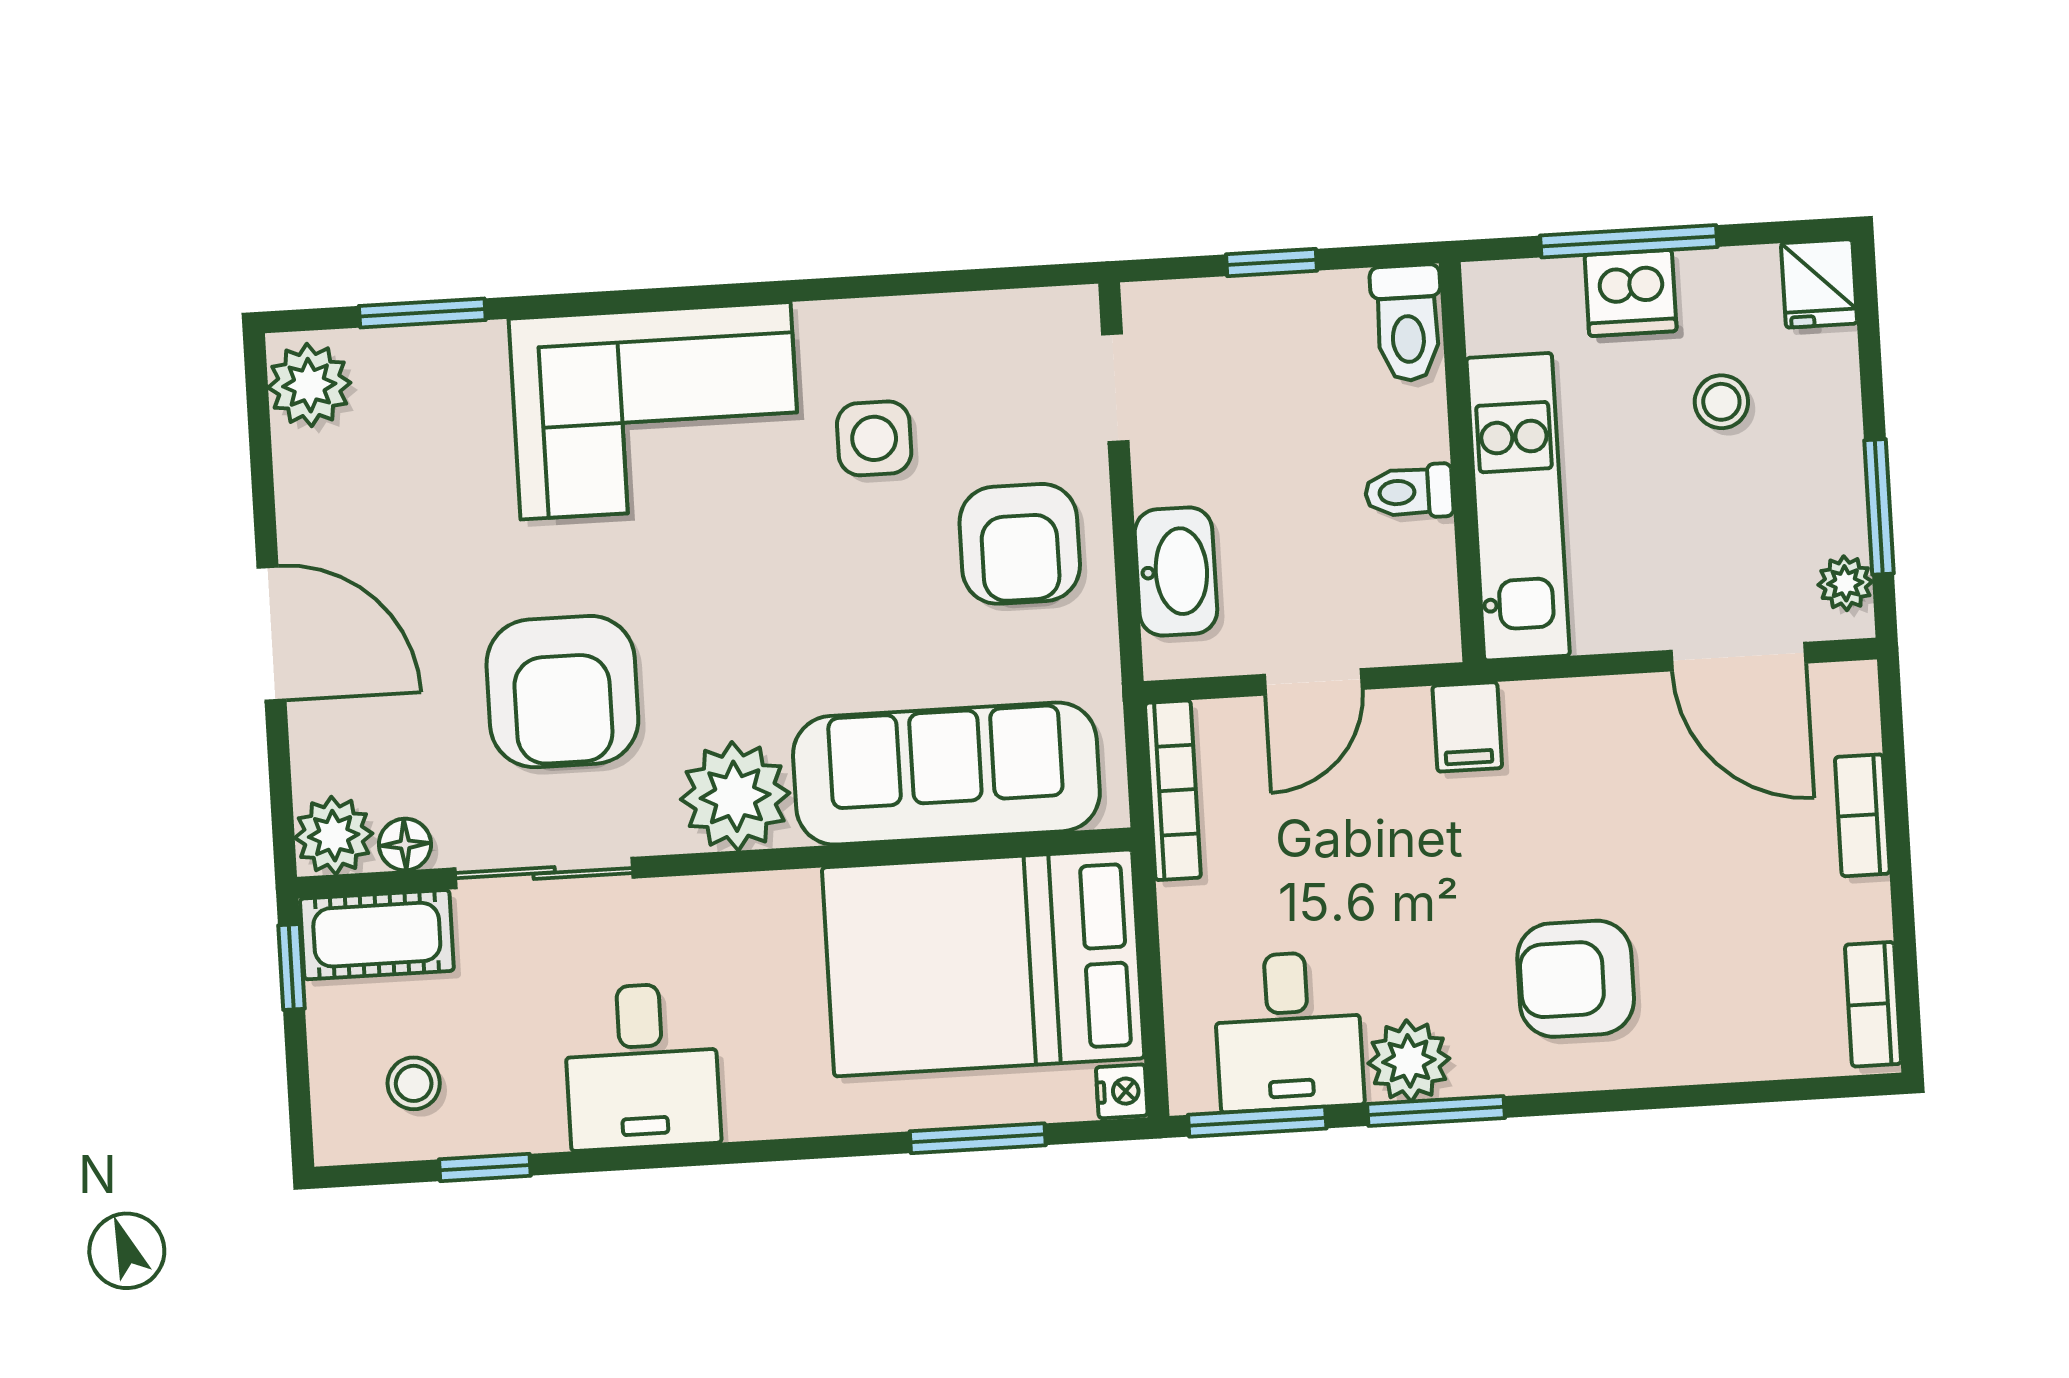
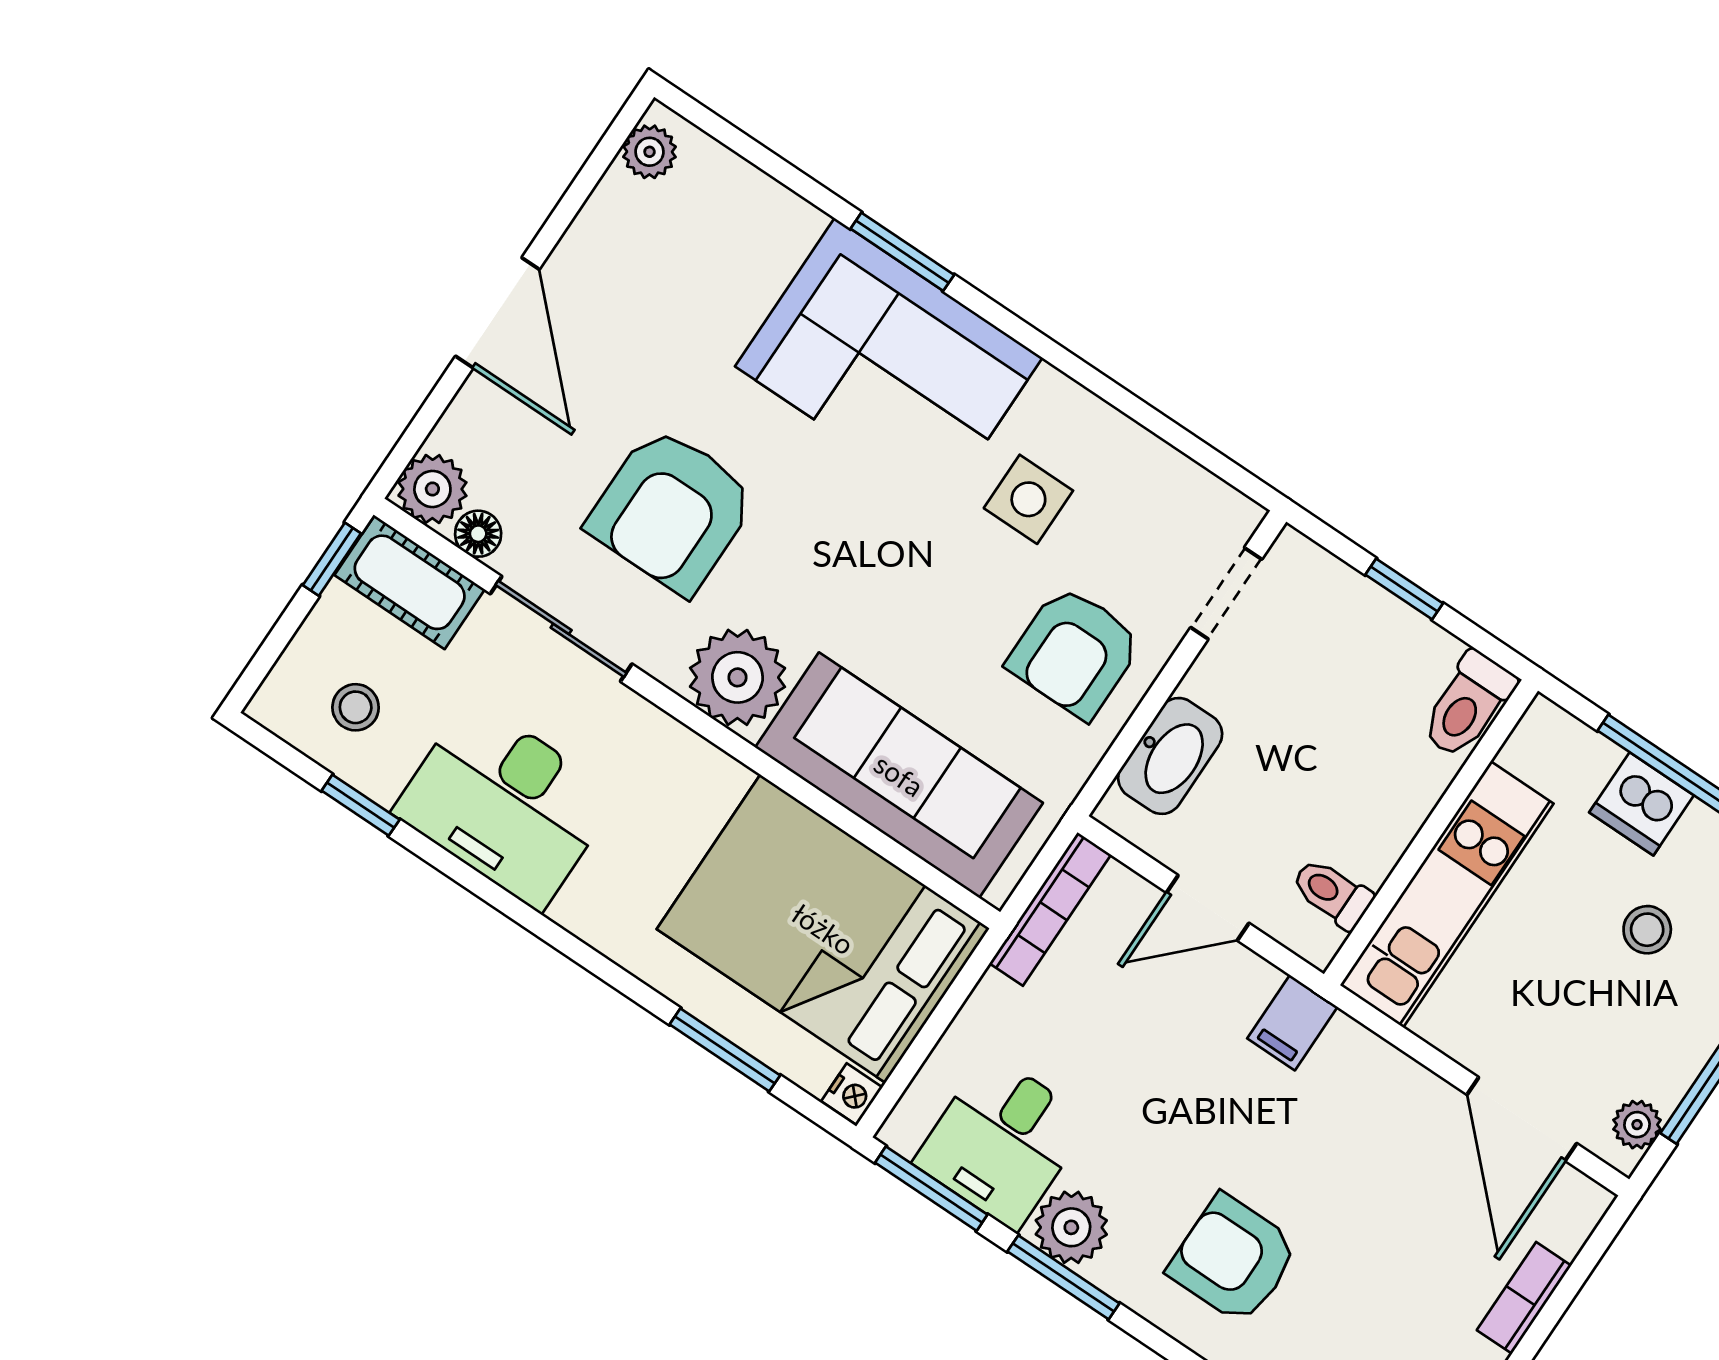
window: (422, 313) -> (902, 252), moved
plant: (309, 385) -> (650, 152), width x0.73, depth x0.73
toilet: (1409, 492) -> (1332, 893), moved
desk: (642, 1066) -> (506, 804), width x1.37

